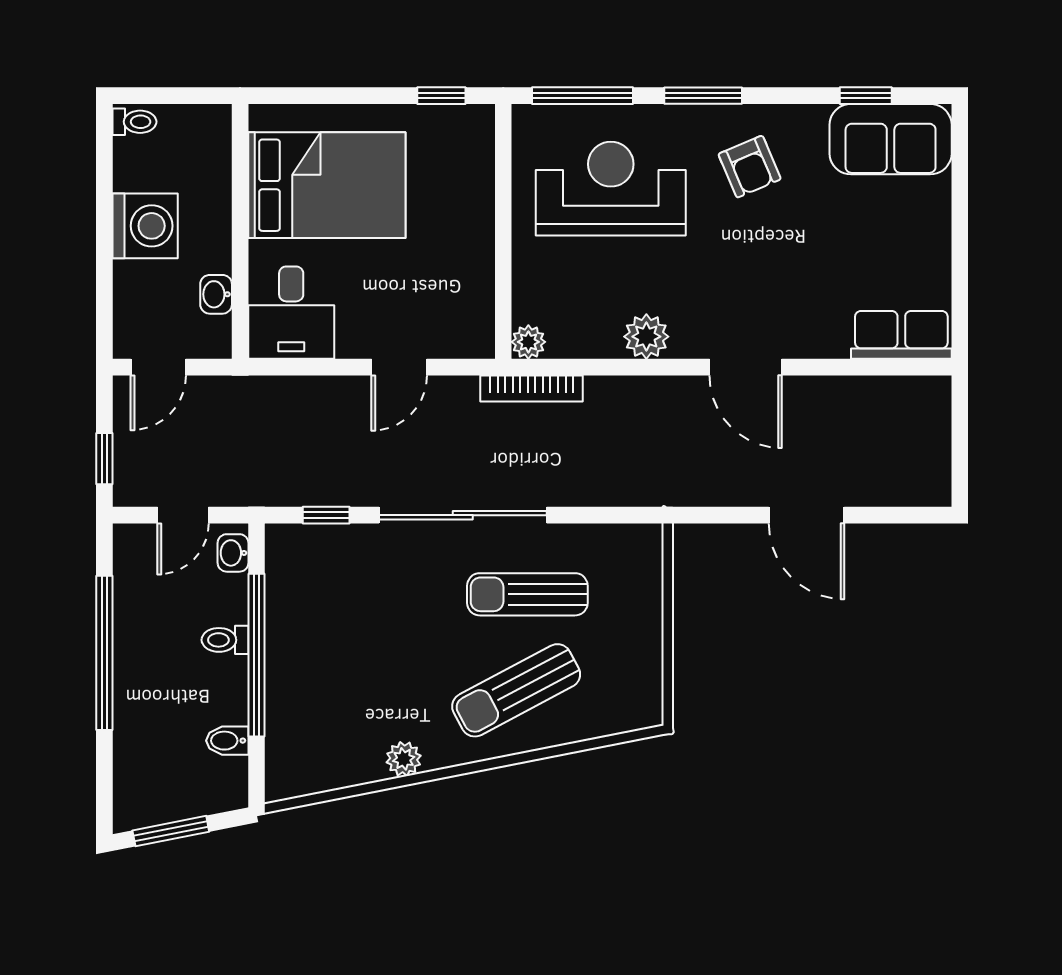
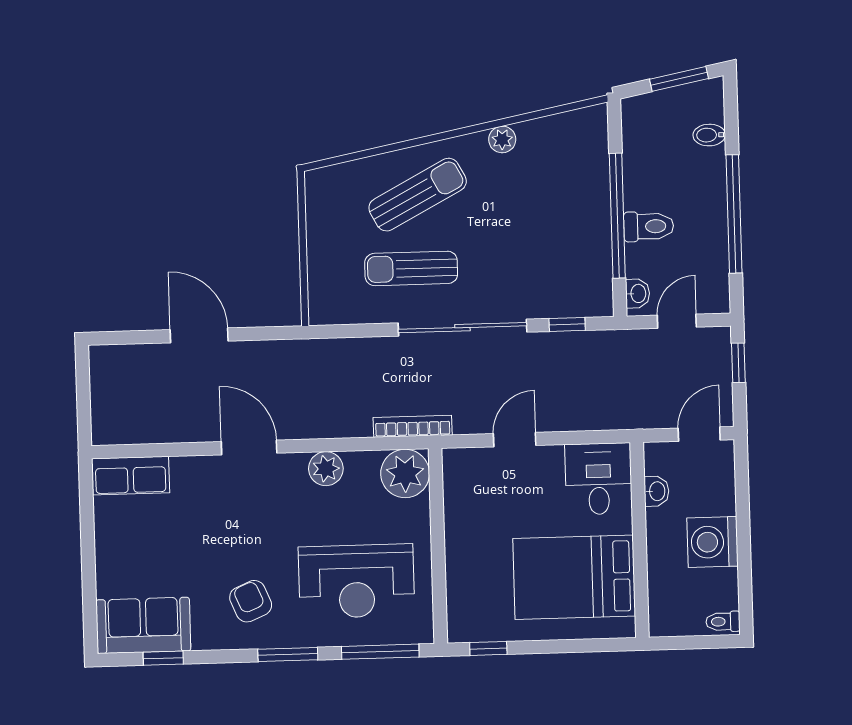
plant: (528, 342) -> (405, 473), width x1.88, depth x1.88
sun lounger: (527, 594) -> (411, 268), turned 180
toilet: (225, 640) -> (649, 226), width x1.37, depth x1.39
bidet: (227, 741) -> (709, 135), moved, turned 180

